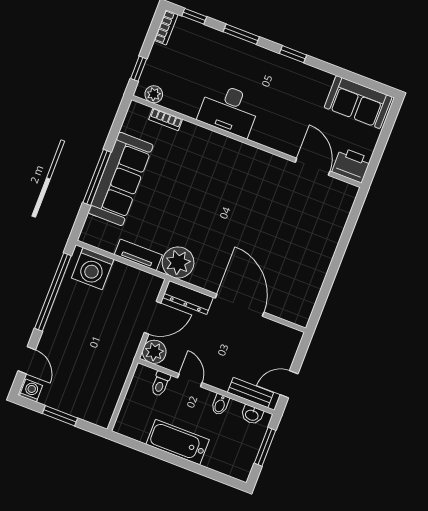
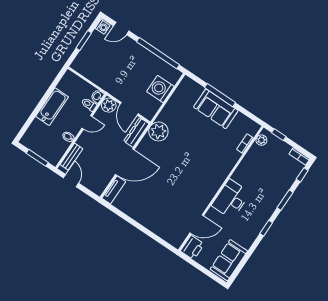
desk: (229, 110) -> (231, 199), moved
sofa: (121, 179) -> (216, 109), width x0.73
tv unit: (138, 255) -> (114, 190), moved
washing machine: (93, 269) -> (160, 89), moved
washbasin: (252, 415) -> (97, 96), moved

